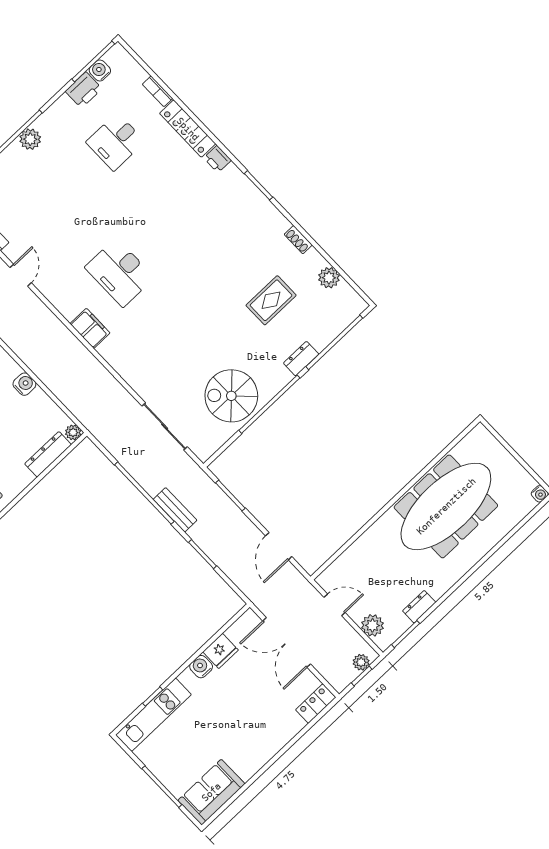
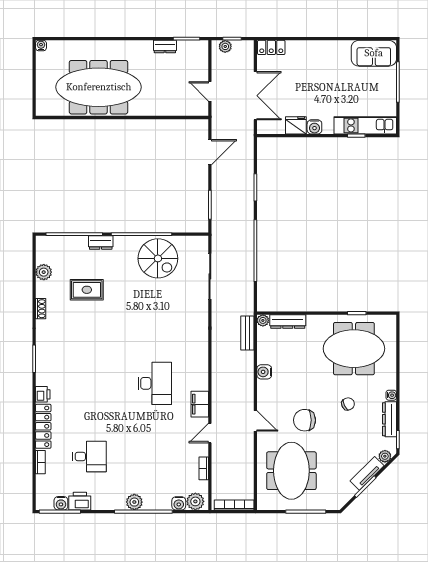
filing cabinet: (90, 328) -> (200, 404), moved
bench: (175, 510) -> (247, 333), moved
plant: (372, 625) -> (200, 61), removed

